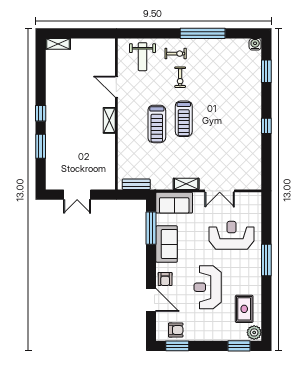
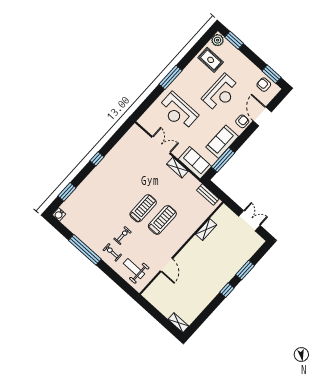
weight bench: (143, 57) -> (134, 269), turned -90
shelving: (109, 120) -> (206, 230), moved
rug: (244, 309) -> (211, 60), turned 90

